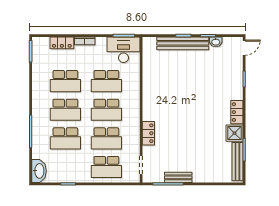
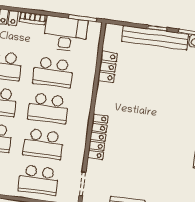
desk: (123, 50) -> (65, 34), moved
locker: (149, 71) -> (108, 67), added
locker: (148, 133) -> (98, 137), width x1.53

